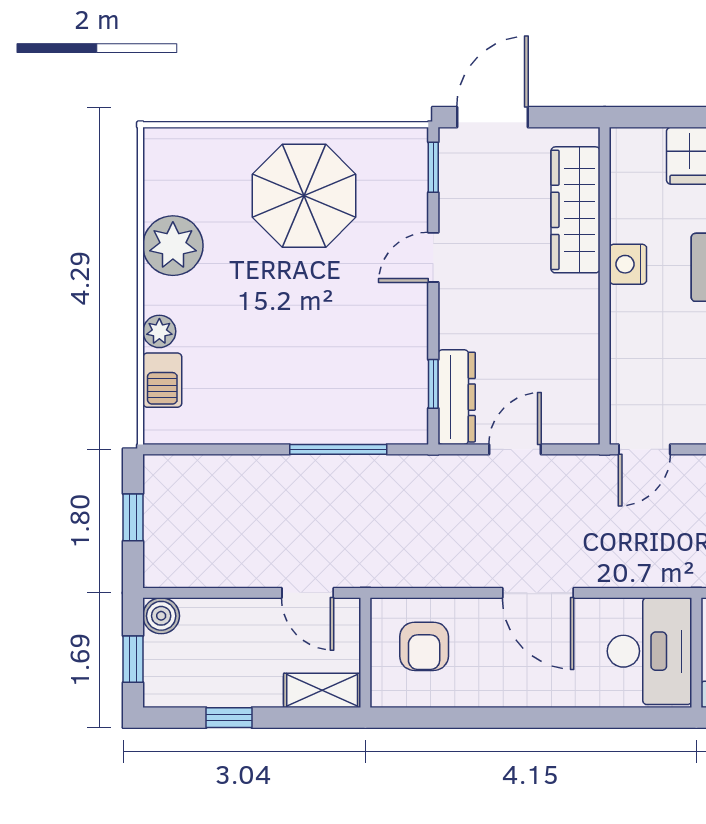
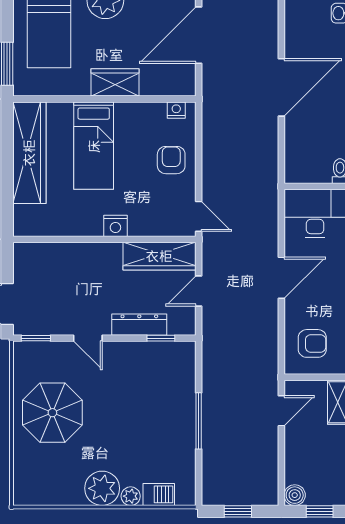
wardrobe: (575, 210) -> (159, 256), moved
plant: (173, 246) -> (102, 488), moved
nightstand: (628, 264) -> (115, 226), moved
dresser: (457, 397) -> (139, 325), moved
window: (338, 449) -> (199, 421), moved
door: (515, 449) -> (199, 291), hinge flipped

